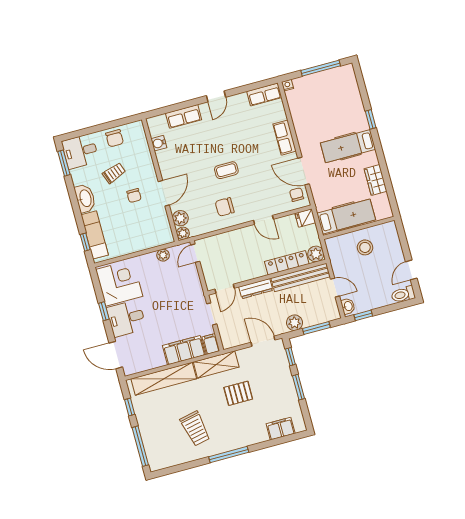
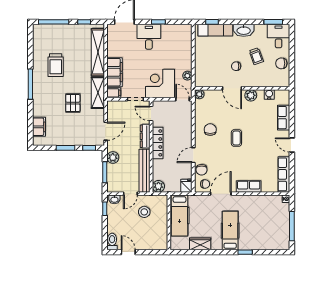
row of seats: (264, 94) -> (284, 174), width x1.48
chair: (279, 204) -> (202, 170), added
plant: (180, 218) -> (251, 95), moved
stool: (365, 247) -> (144, 212), moved
locker: (287, 263) -> (158, 143), moved
corner desk: (119, 283) -> (160, 84), moved, turned 180
trolley: (195, 429) -> (56, 65), turned -78

